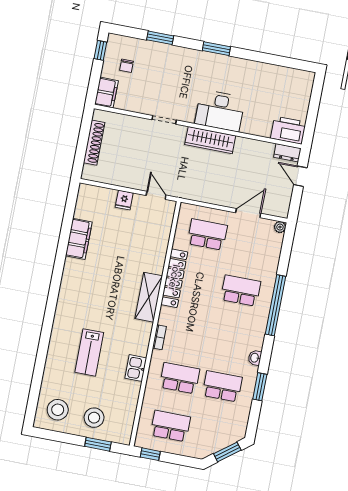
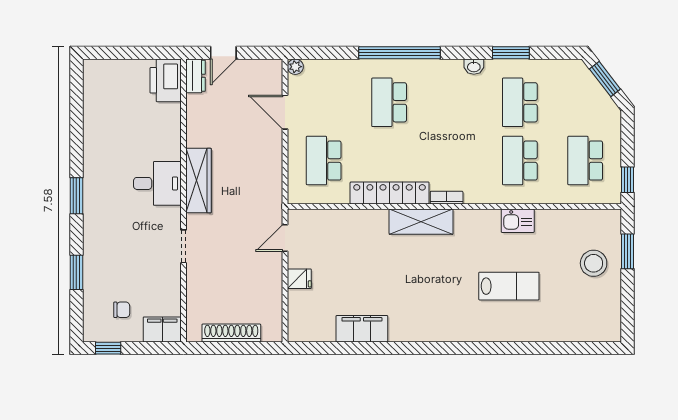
desk: (220, 111) -> (157, 183), width x0.73
bookcase: (159, 337) -> (447, 198), moved
stool: (58, 410) -> (592, 313), removed

